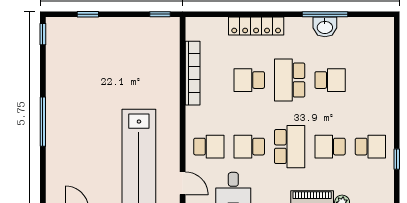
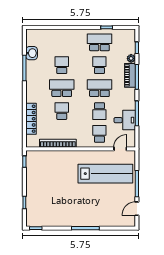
locker: (256, 26) -> (31, 119), moved
washbasin: (325, 27) -> (32, 53), moved
school desk: (249, 80) -> (62, 111), turned 180
school desk: (290, 80) -> (62, 88), turned 180
school desk: (330, 147) -> (99, 65), turned 180
school desk: (370, 147) -> (99, 42), width x1.85

